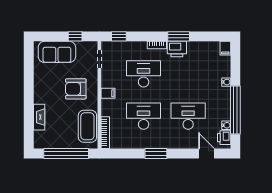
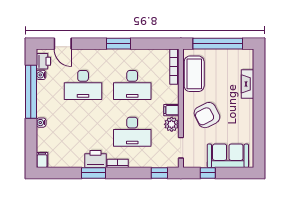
plant: (108, 80) -> (172, 124), added
armchair: (76, 89) -> (207, 115), turned 153

